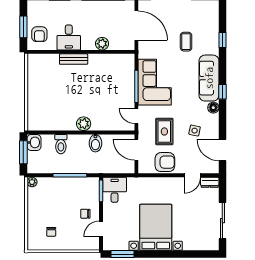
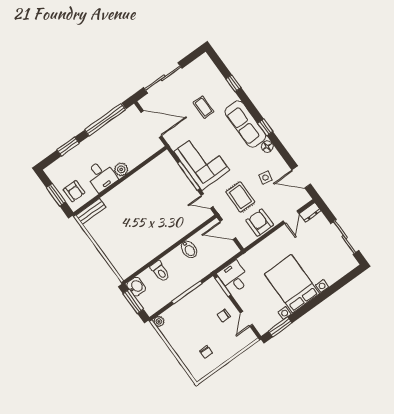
plant: (102, 44) -> (121, 169), moved
bench: (74, 59) -> (91, 211), moved
plant: (84, 124) -> (167, 240), removed
armchair: (165, 162) -> (260, 223), turned -90

